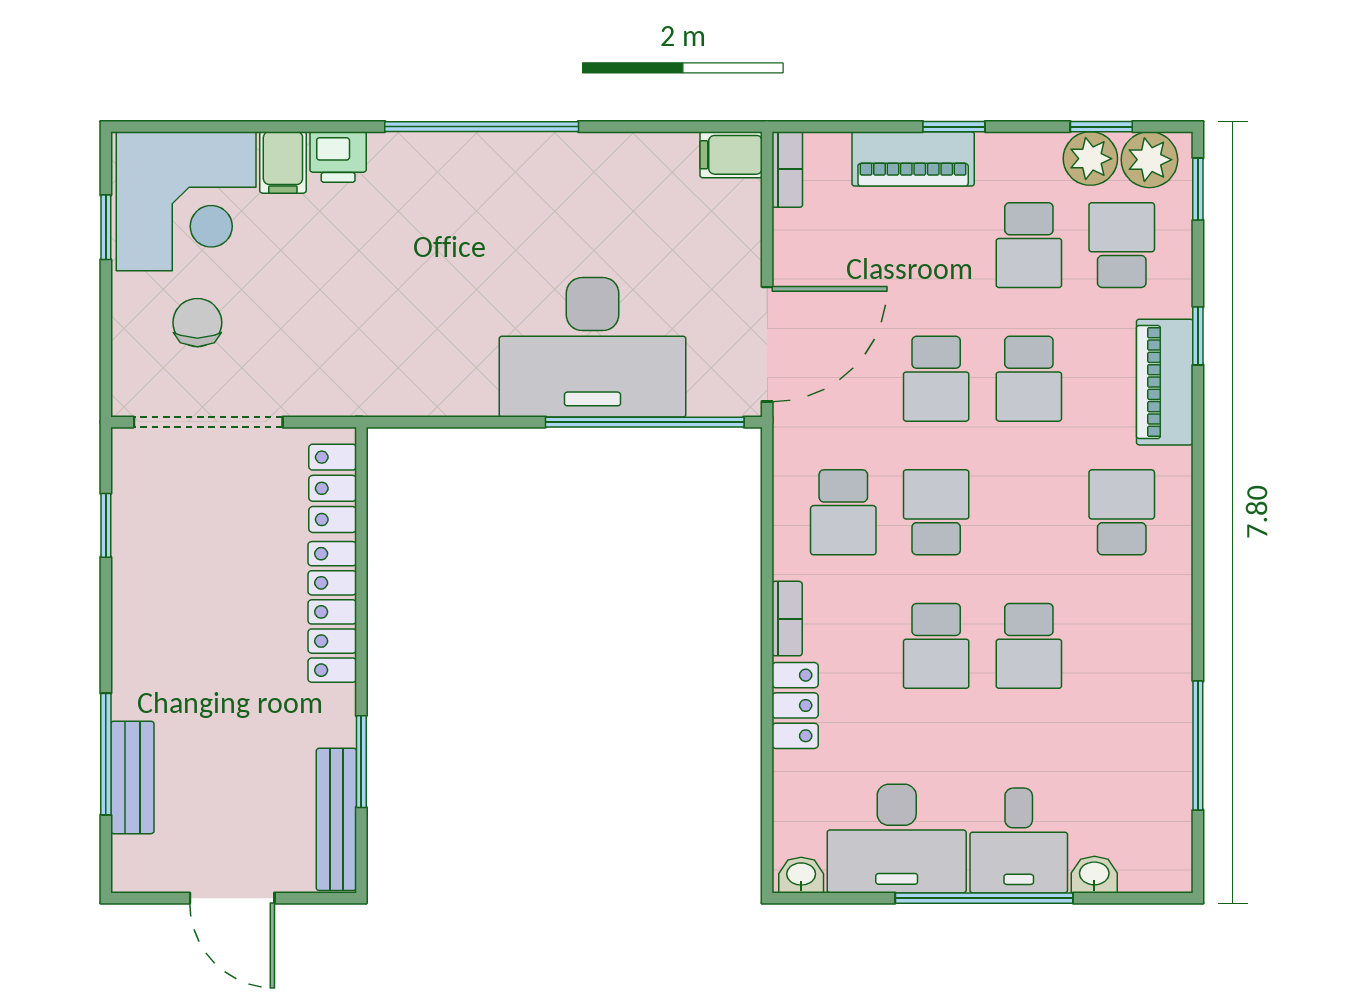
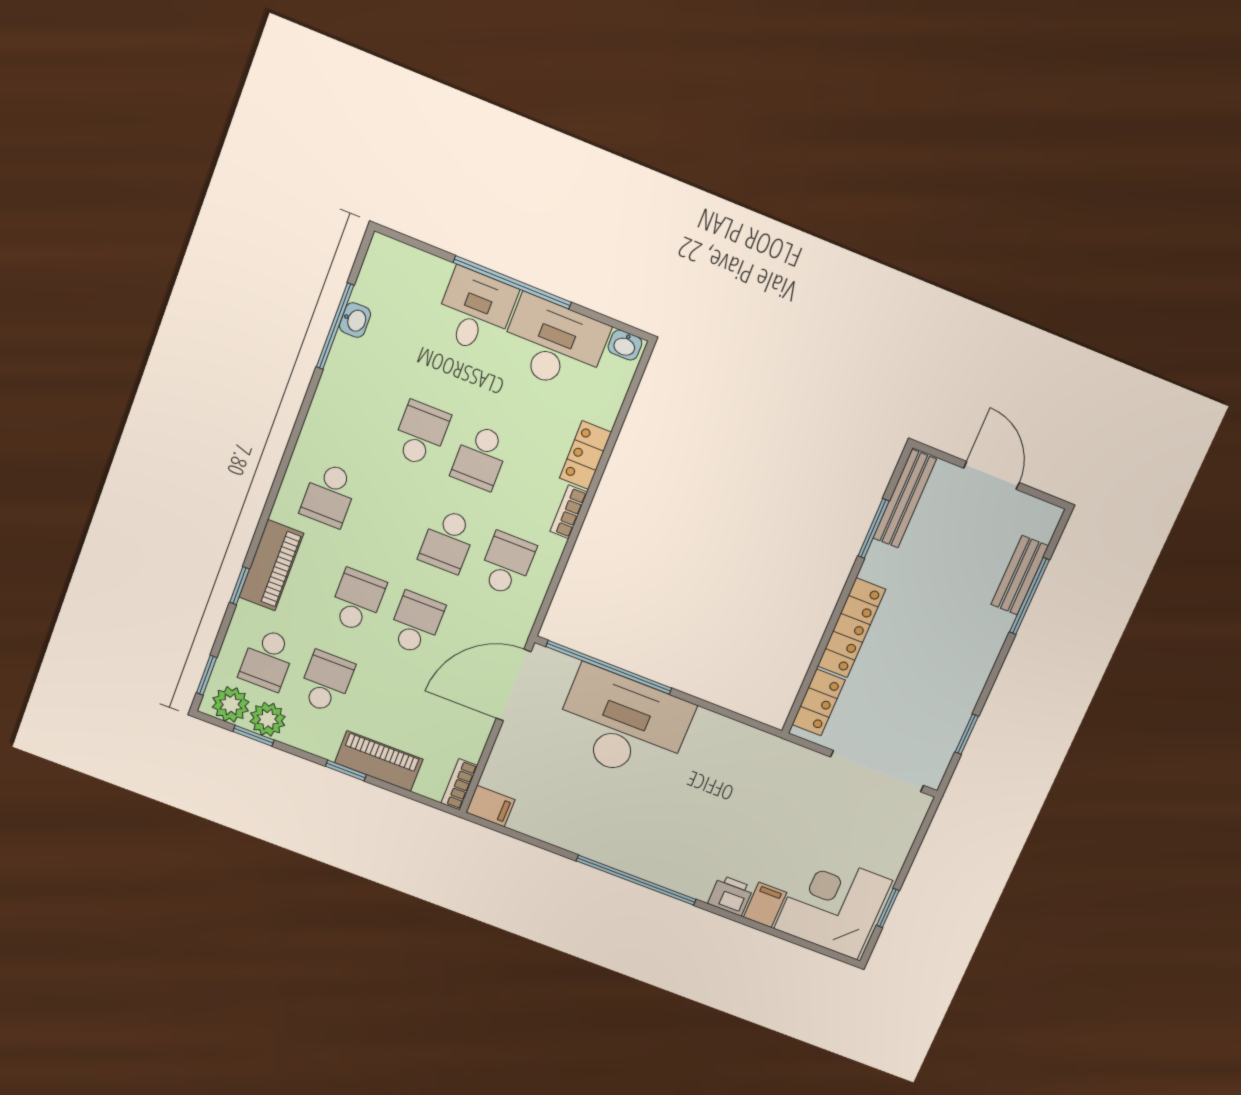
chair: (197, 323) -> (858, 832), removed
school desk: (936, 646) -> (480, 457), turned 180
washbasin: (1094, 875) -> (355, 320), moved, turned -90

